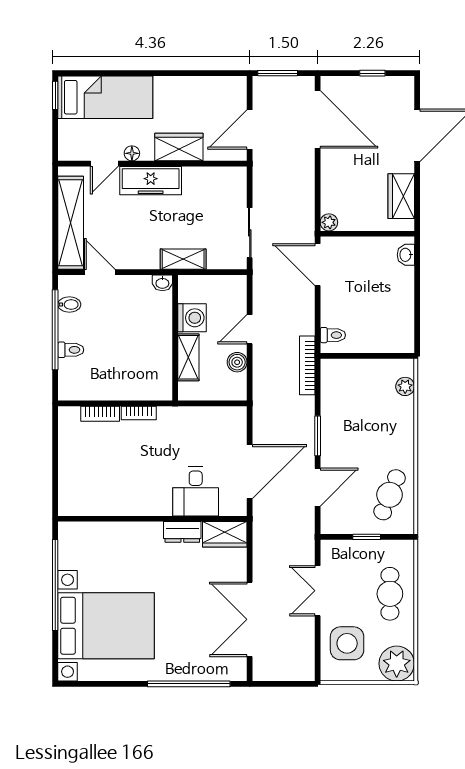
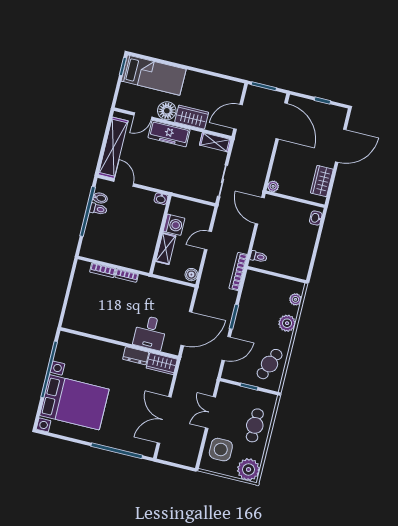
floor lamp: (132, 153) -> (167, 111), width x1.89, depth x1.89
shelving: (183, 259) -> (215, 142), moved
toilet: (71, 350) -> (98, 209), moved
boiler: (237, 362) -> (191, 275), moved
plant: (401, 426) -> (287, 323), added

